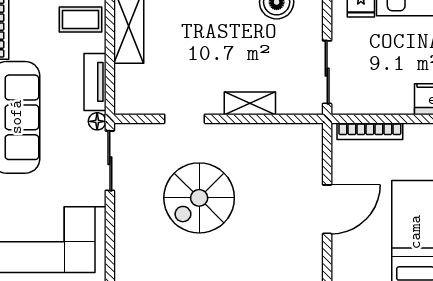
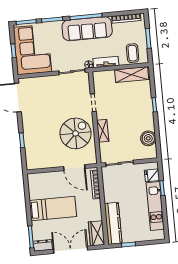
spiral stairs: (199, 198) -> (76, 133), moved, turned 90
door: (327, 209) -> (74, 168), moved

